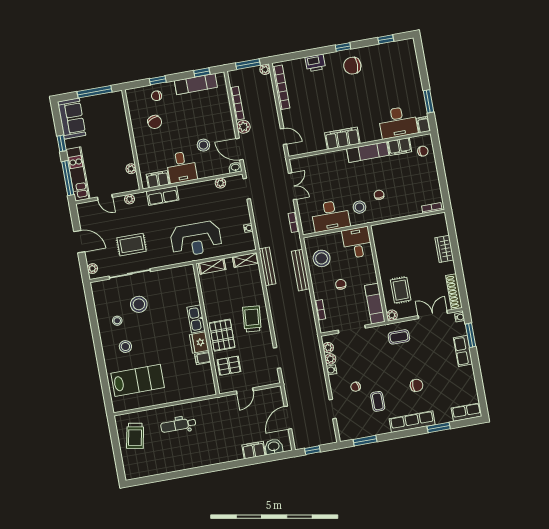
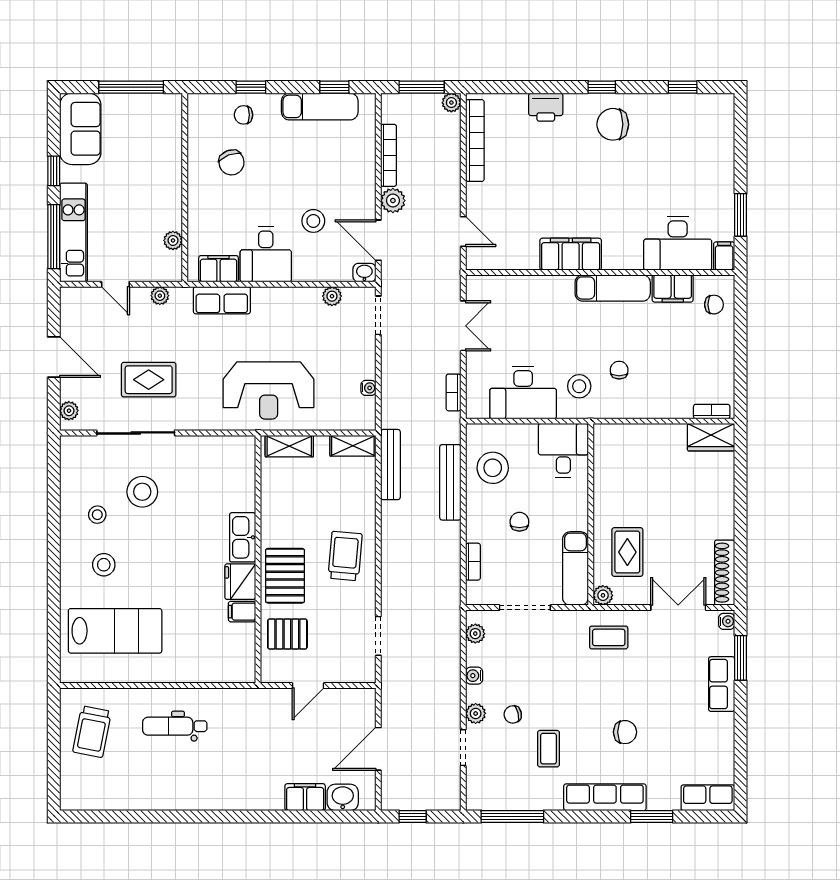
wardrobe: (444, 249) -> (711, 437), moved, turned -90
plant: (330, 359) -> (476, 713), moved
window: (365, 441) -> (512, 816), width x1.44

